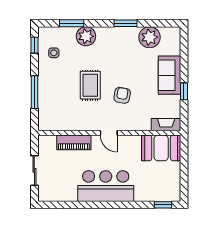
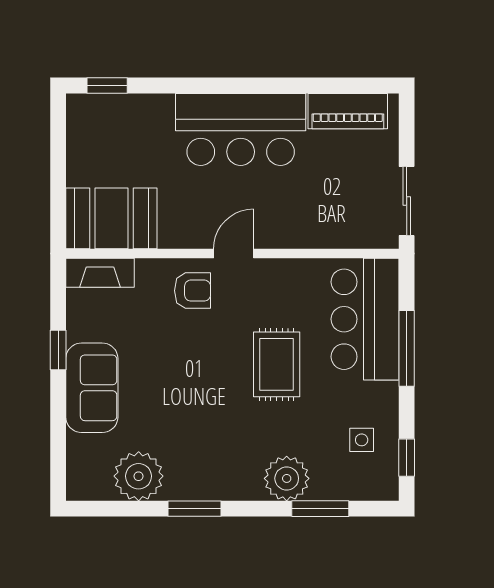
armchair: (122, 95) -> (193, 291), moved, turned -100
bar counter: (52, 105) -> (365, 319), added
door: (109, 133) -> (234, 254), hinge flipped
piano: (74, 142) -> (348, 111), moved, turned 180
sliding door: (34, 170) -> (407, 201), moved

